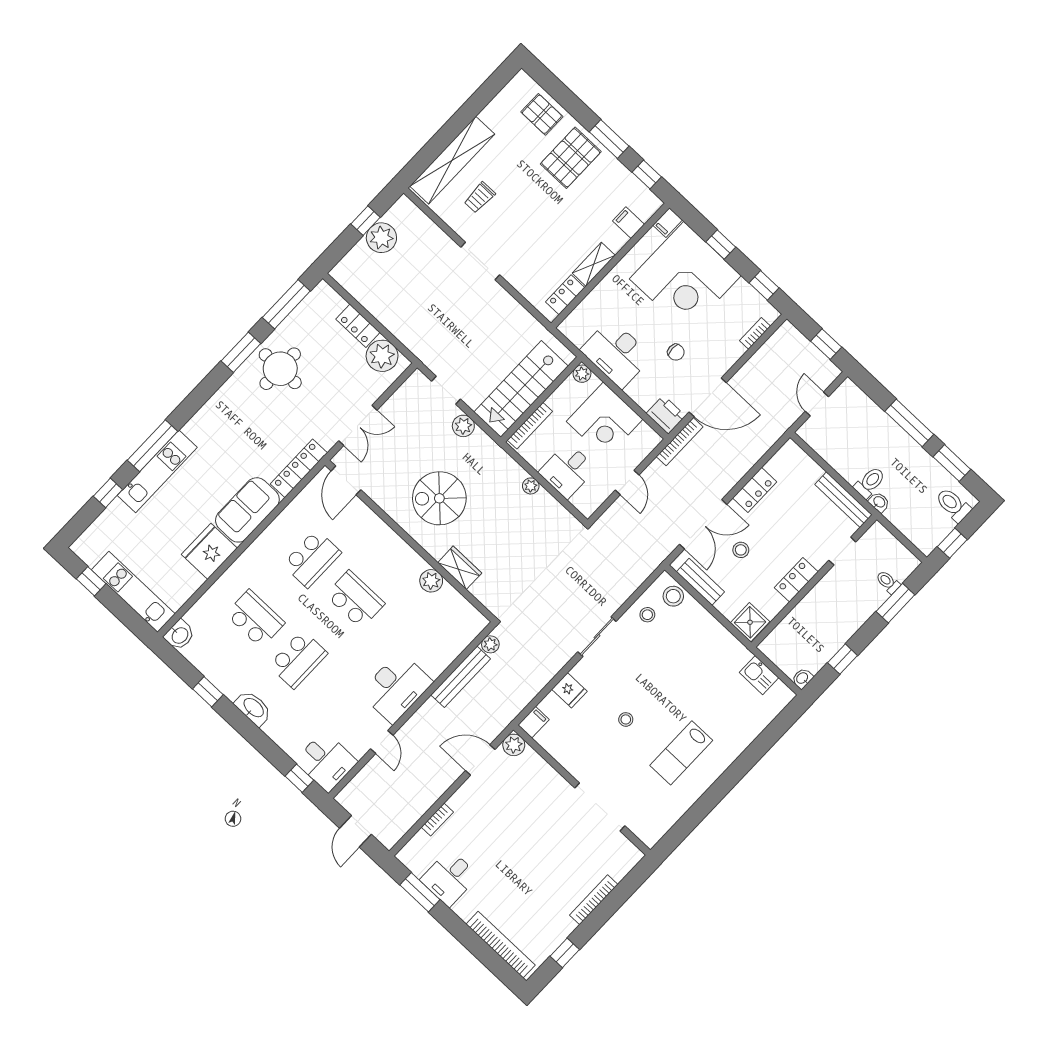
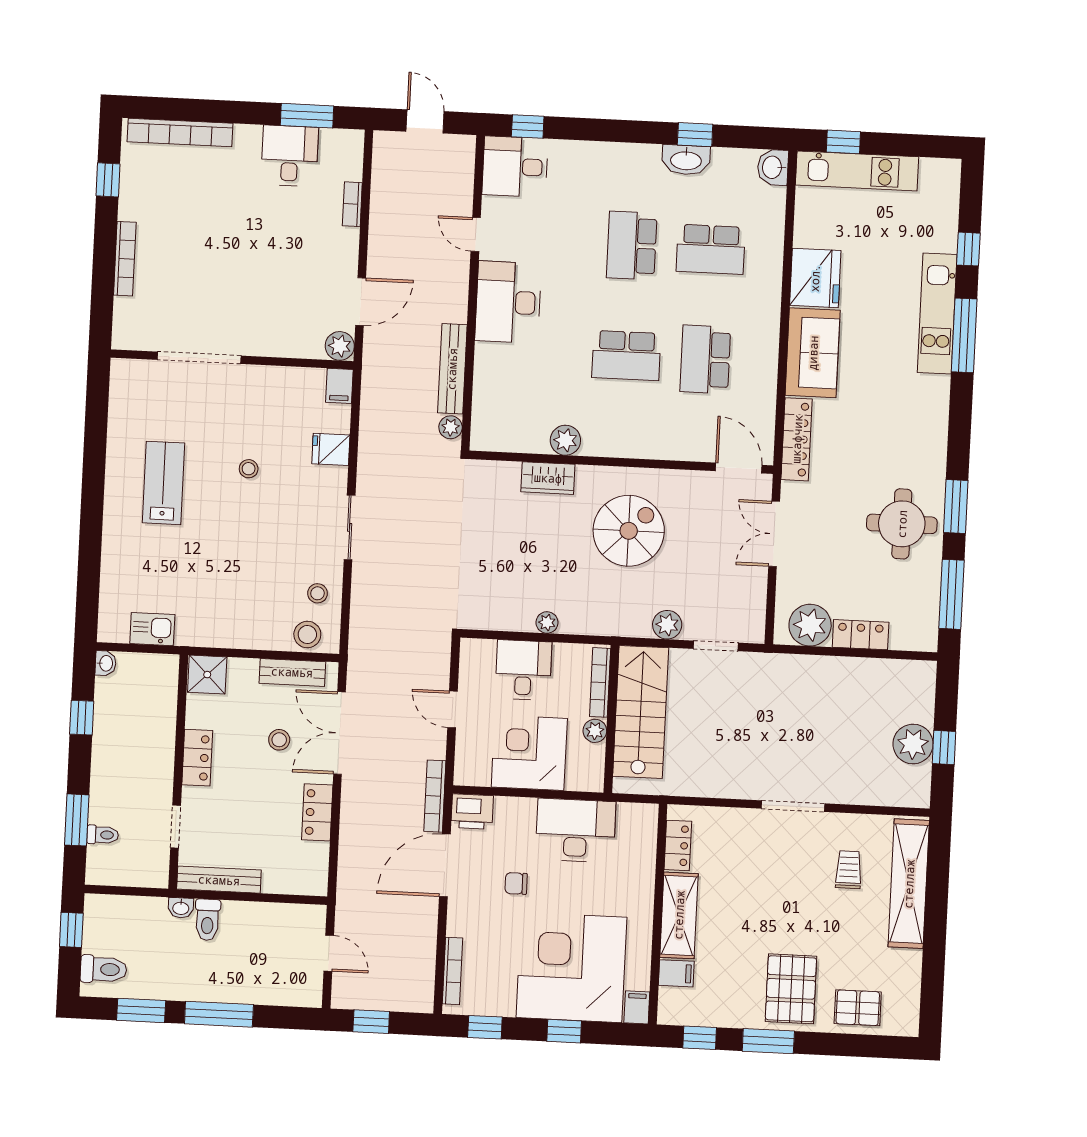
shelving: (594, 264) -> (679, 915), width x1.50, depth x1.33
bookcase: (755, 333) -> (452, 971), width x1.56
plant: (582, 374) -> (595, 731), moved
window: (91, 581) -> (843, 142), moved
washbasin: (253, 708) -> (686, 160), moved

